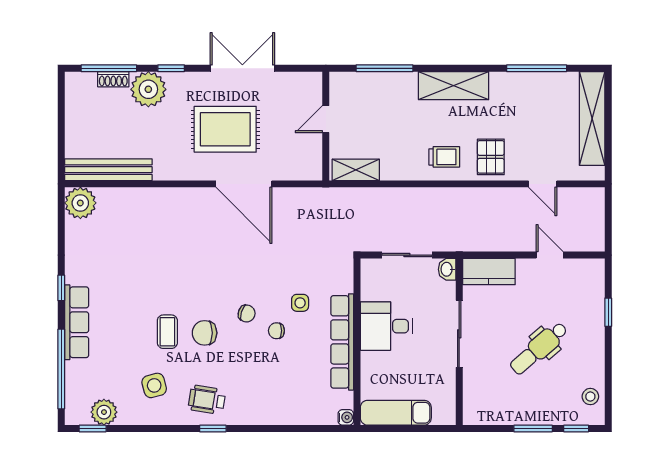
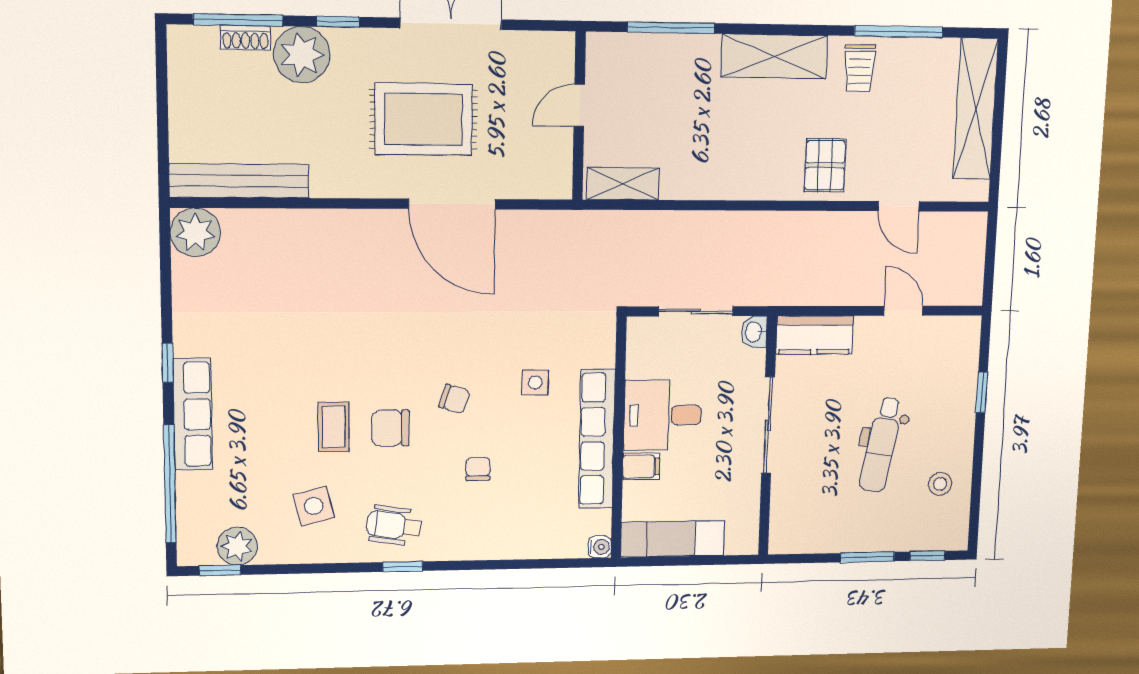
trolley: (444, 157) -> (859, 68), moved, turned 90
chair: (276, 331) -> (478, 469), moved, turned 90
dental chair: (539, 348) -> (881, 445), turned -39
filing cabinet: (373, 361) -> (641, 467), added
stool: (590, 397) -> (940, 484), moved

